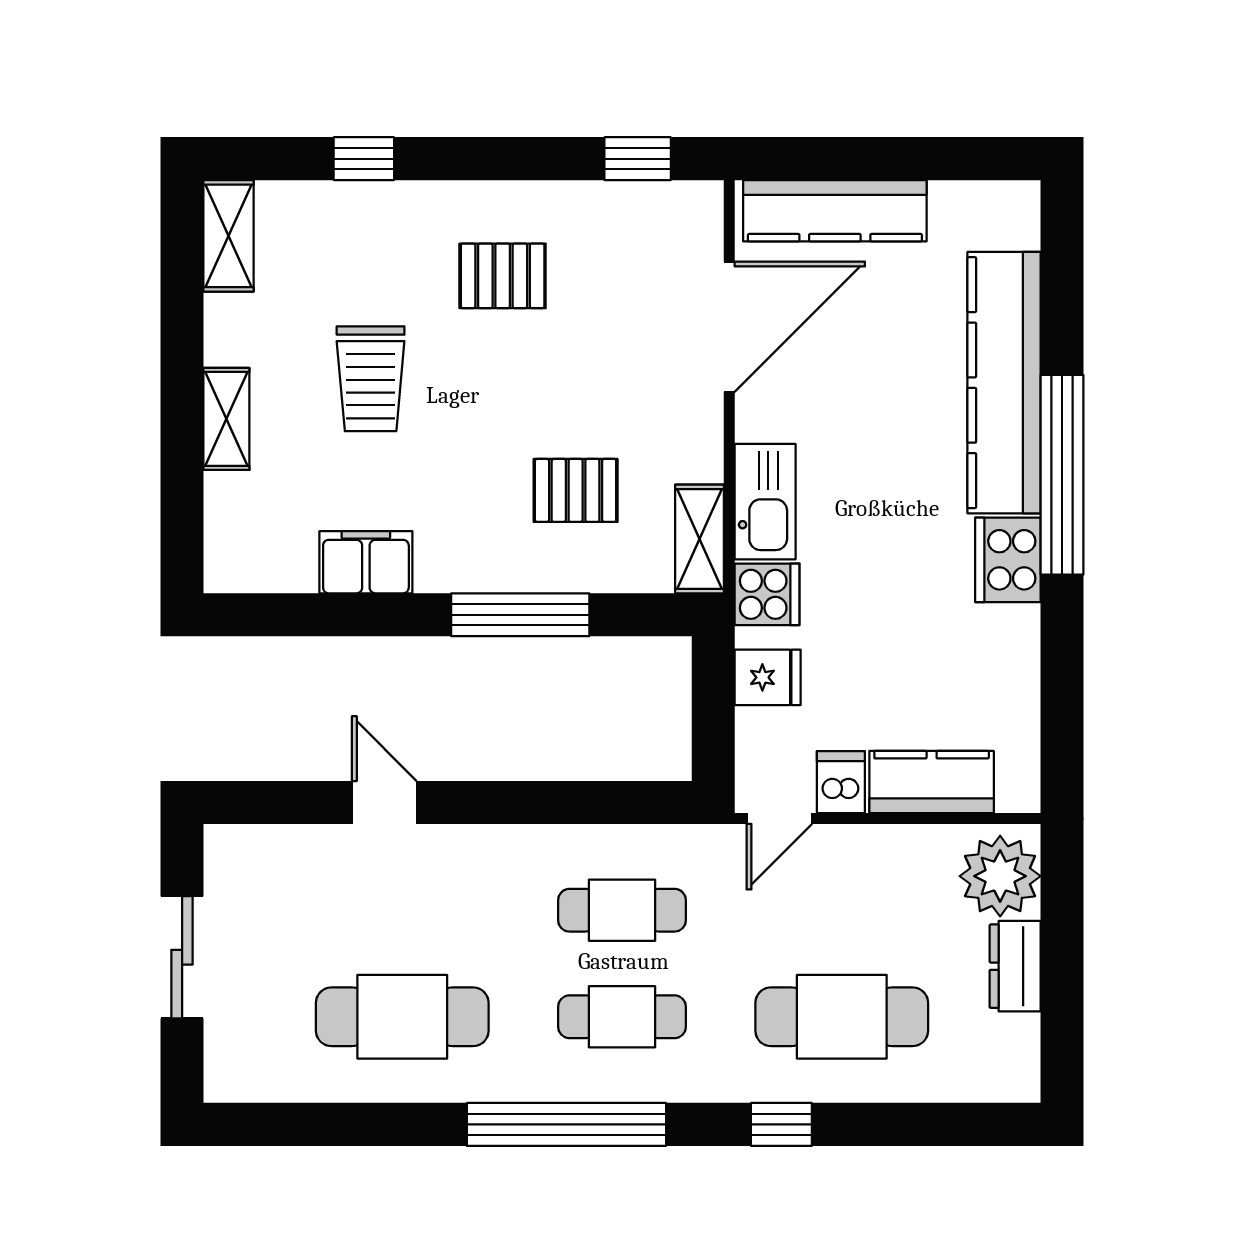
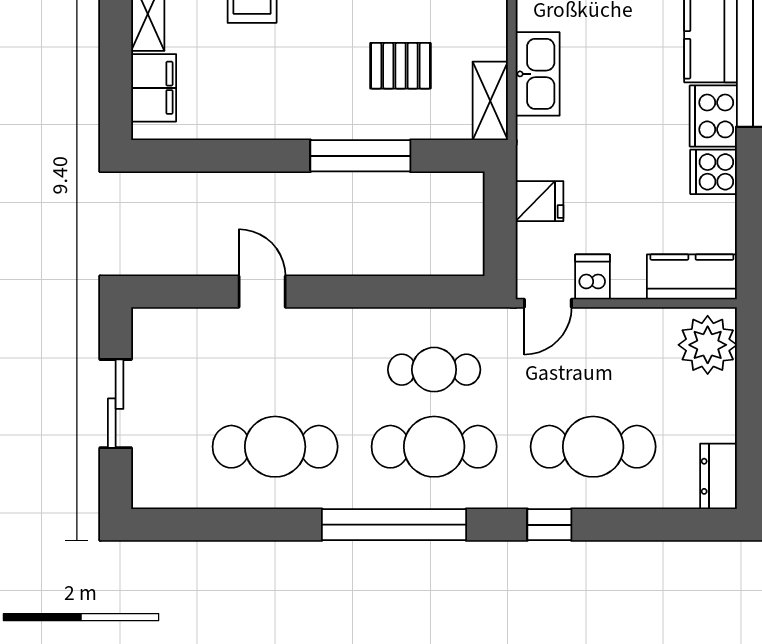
filing cabinet: (366, 562) -> (154, 88), moved, turned 90
cooker: (767, 594) -> (714, 172), moved, turned 180
kitchen counter: (932, 782) -> (692, 277), moved
dresser: (1015, 966) -> (719, 476), moved
cafe table: (622, 1017) -> (434, 447), width x1.37, depth x1.35

